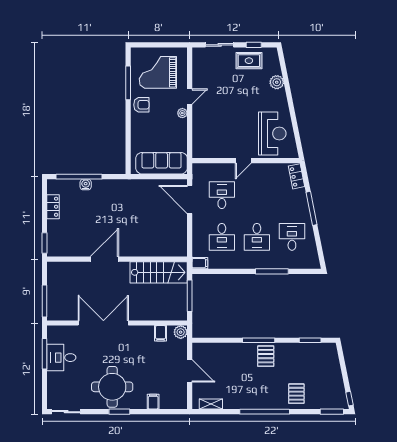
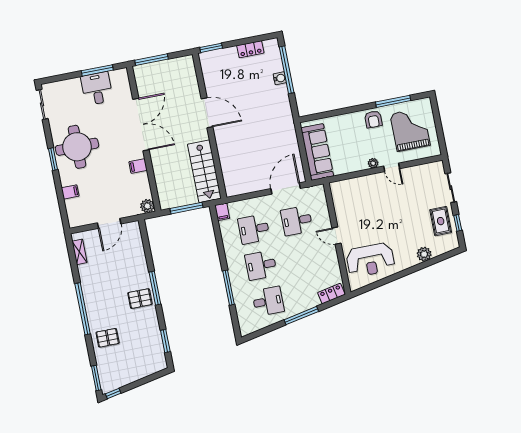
desk: (222, 195) -> (297, 221), turned 180
filing cabinet: (161, 333) -> (138, 166), moved

